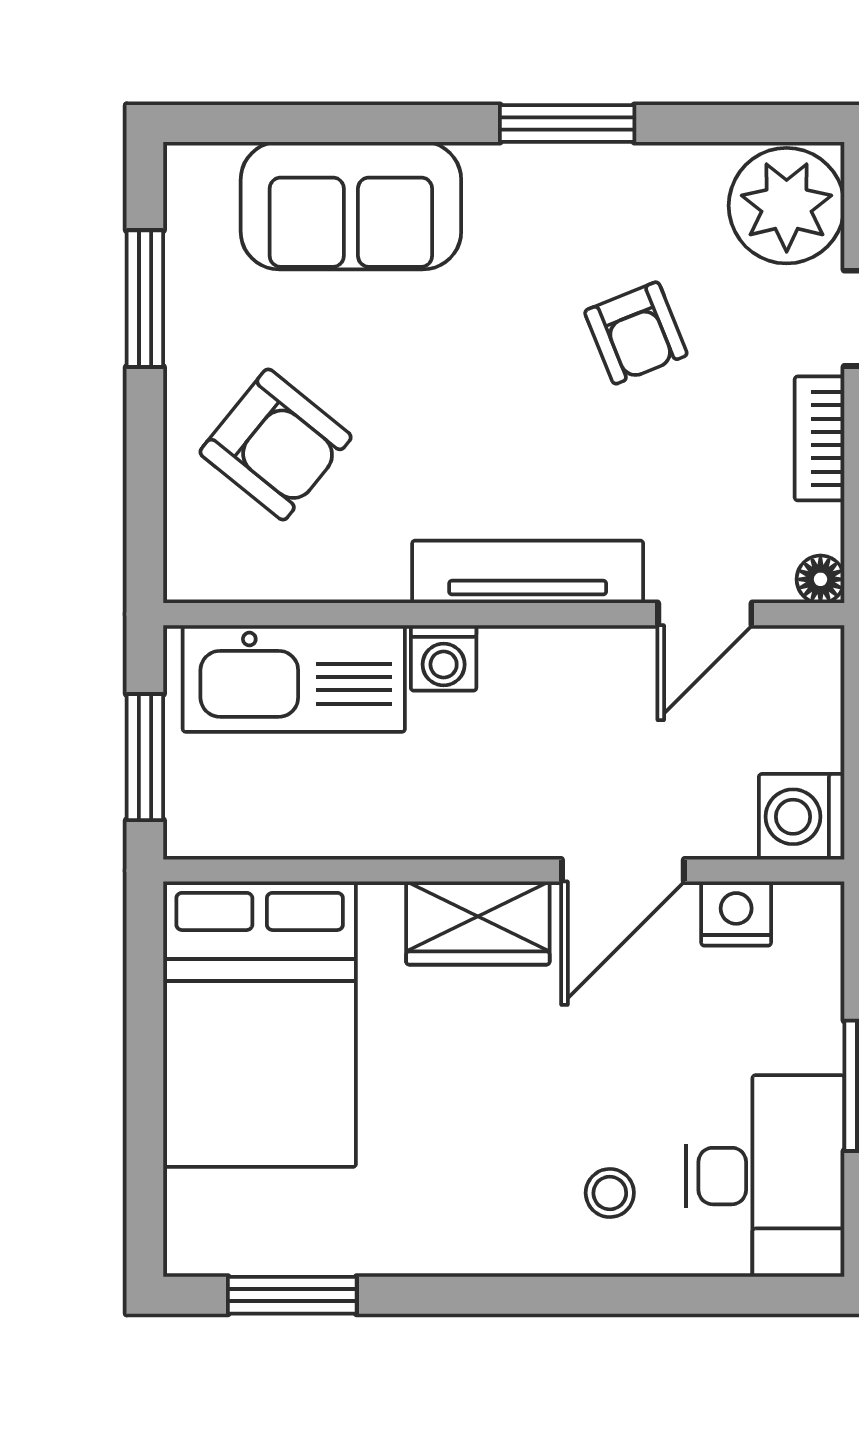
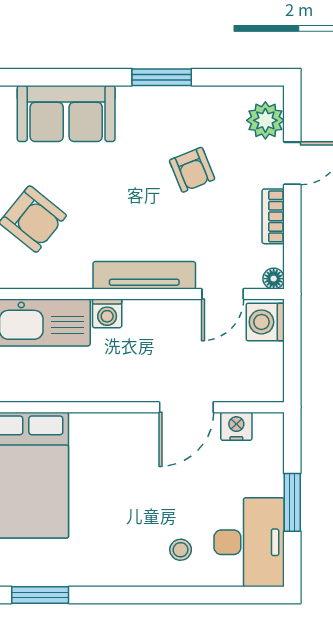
plant: (787, 206) -> (265, 120), width x0.73, depth x0.73
washing machine: (802, 817) -> (265, 322), moved
wardrobe: (478, 923) -> (122, 430), removed

